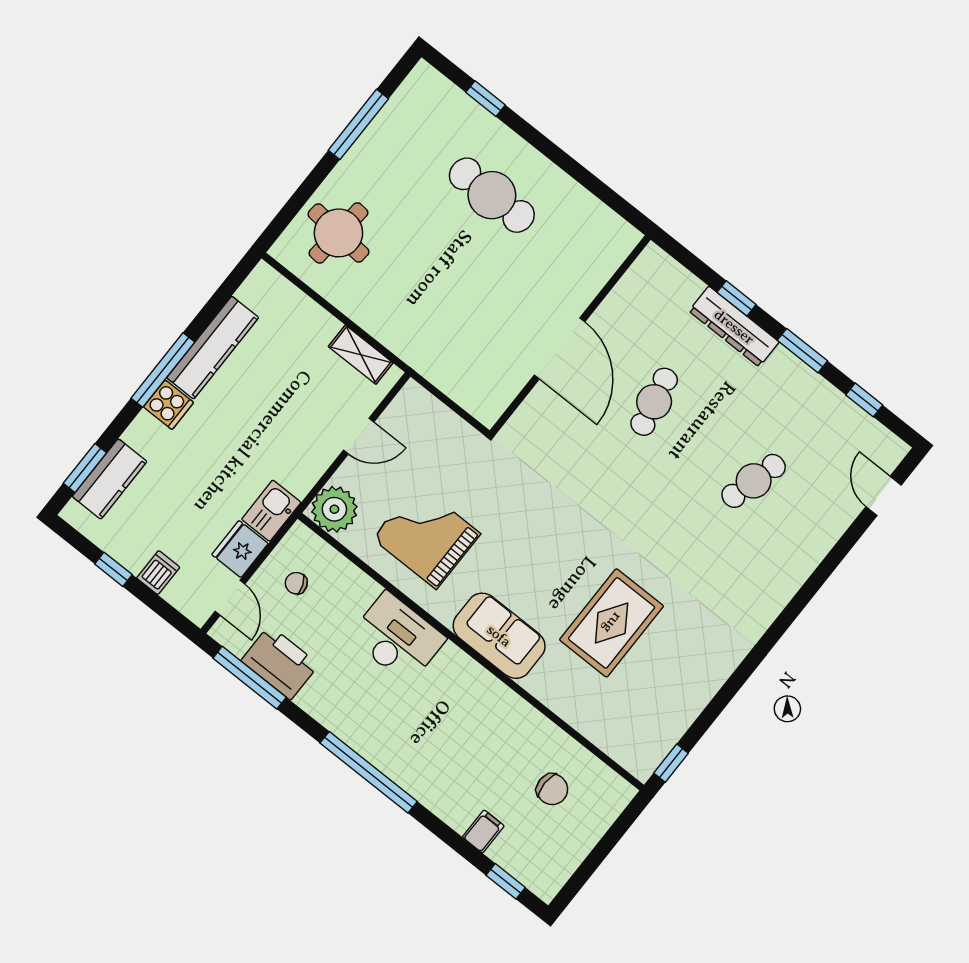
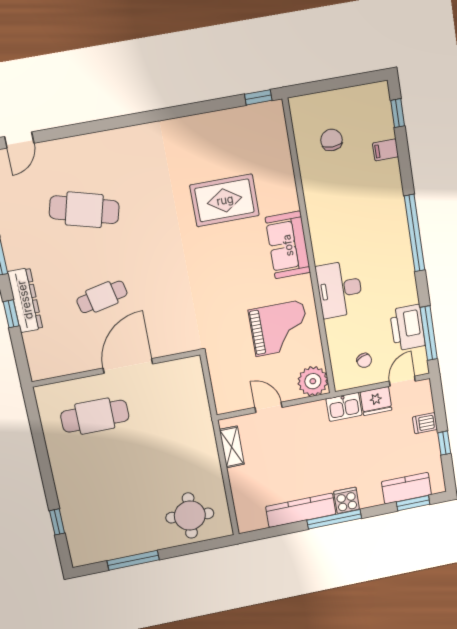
cafe table: (492, 195) -> (95, 416), moved, turned 90
cafe table: (754, 481) -> (84, 210), width x1.37, depth x1.35
grand piano: (426, 536) -> (279, 328), turned -90

